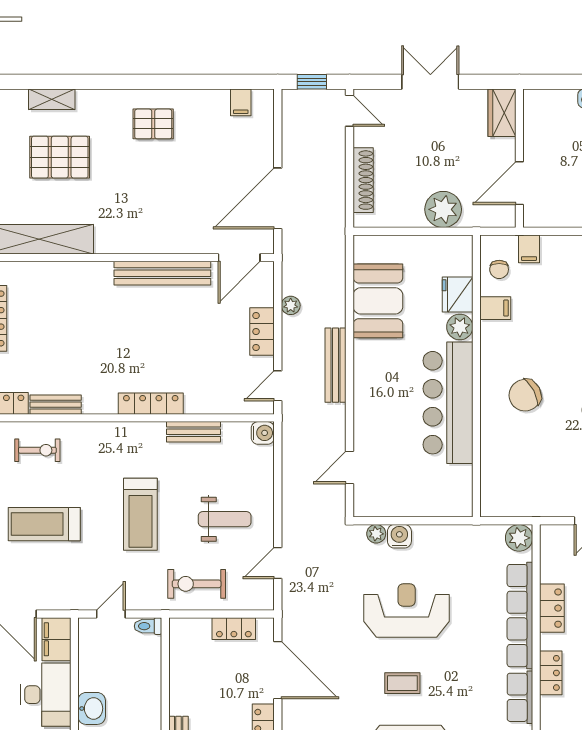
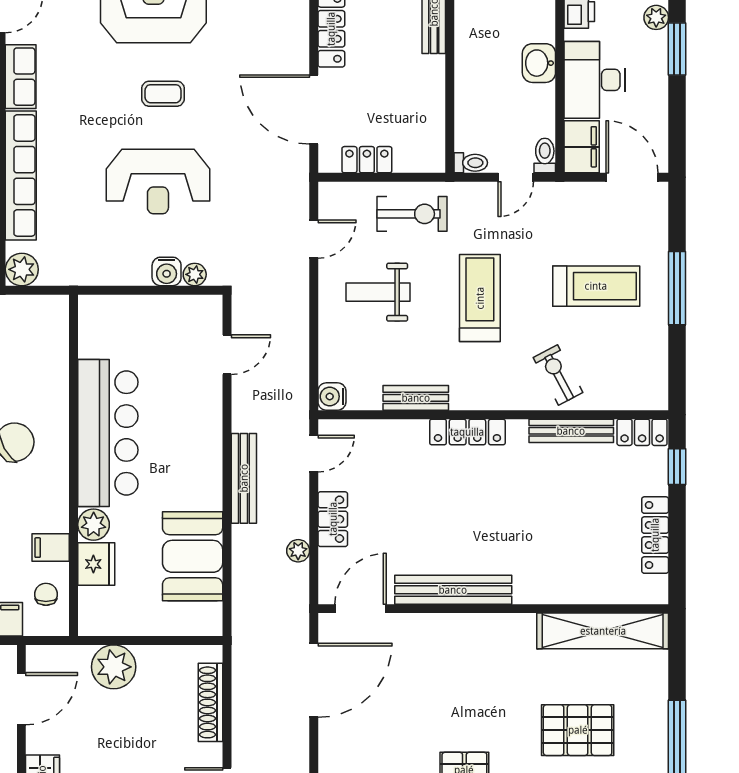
bench: (56, 405) -> (571, 431), width x1.36
exercise bike: (37, 450) -> (558, 375), moved, turned 62
toilet: (87, 632) -> (545, 156), added

